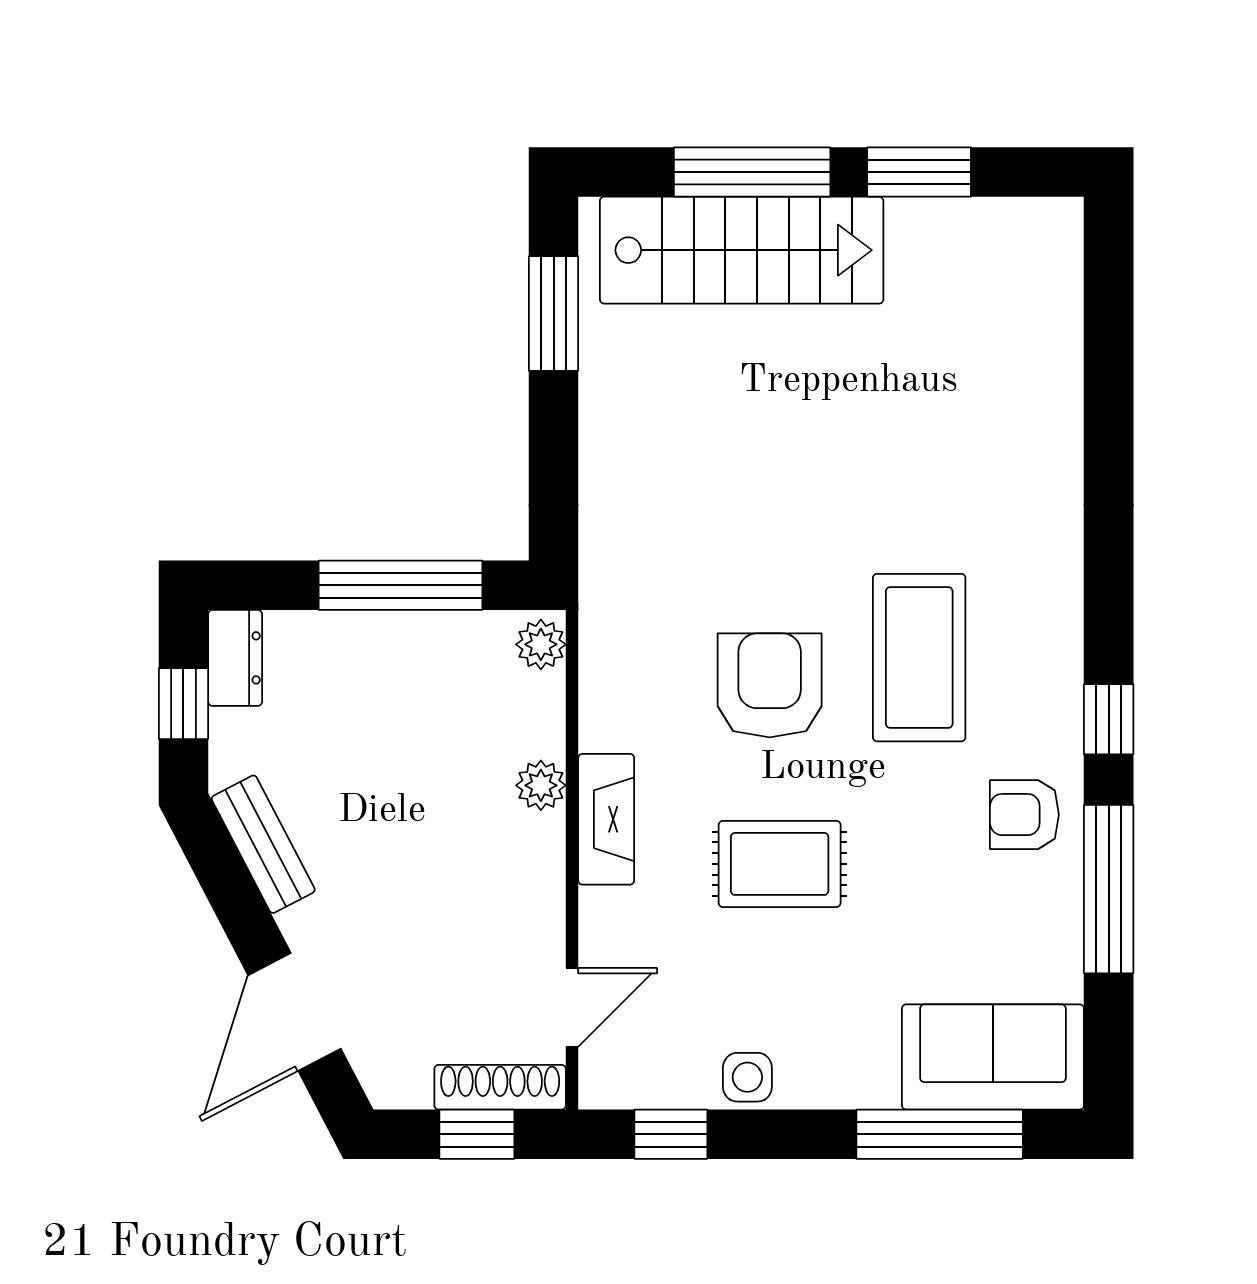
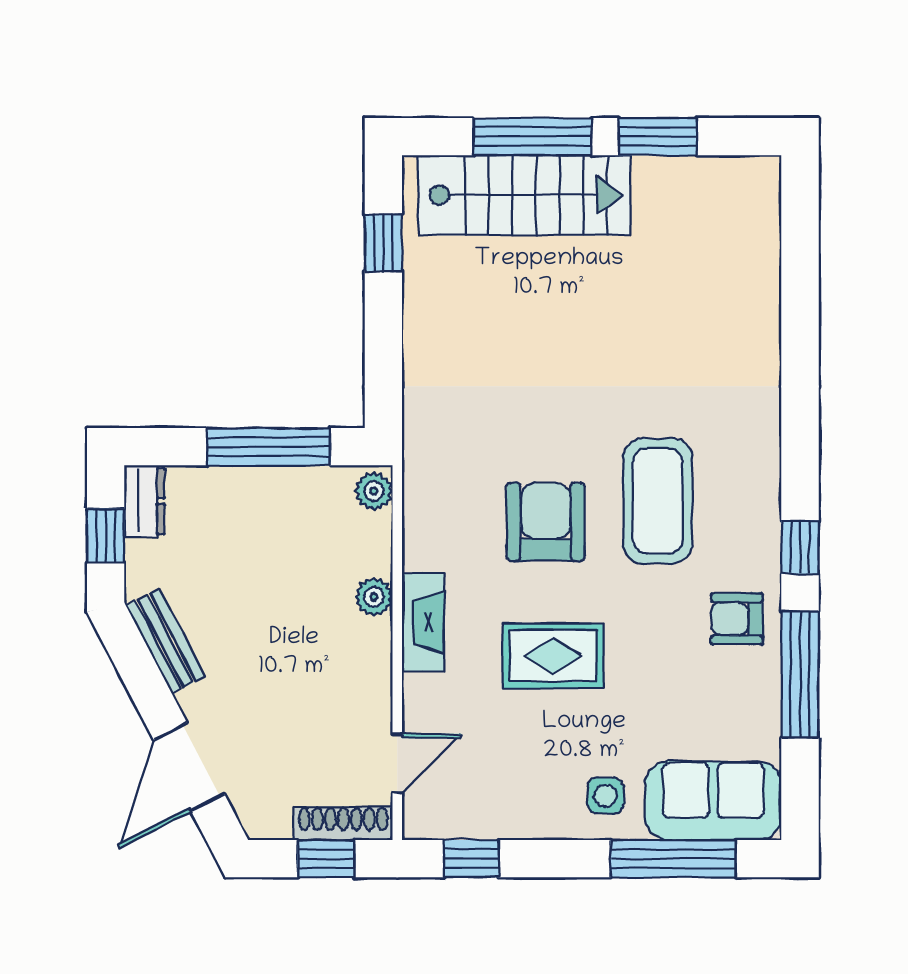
window: (554, 313) -> (383, 243), width x0.67
side table: (747, 1077) -> (605, 796), moved

